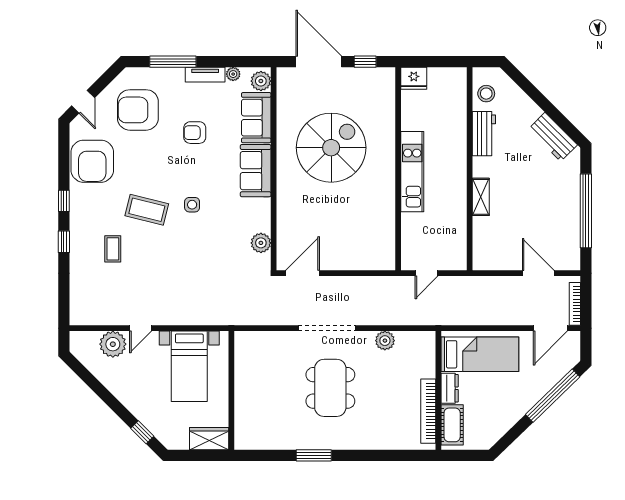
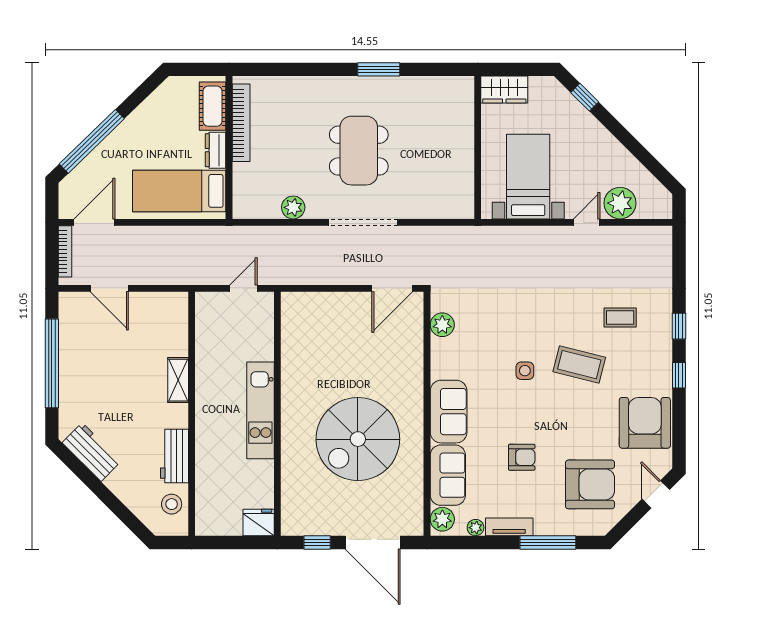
coffee table: (113, 249) -> (620, 318), turned 90

